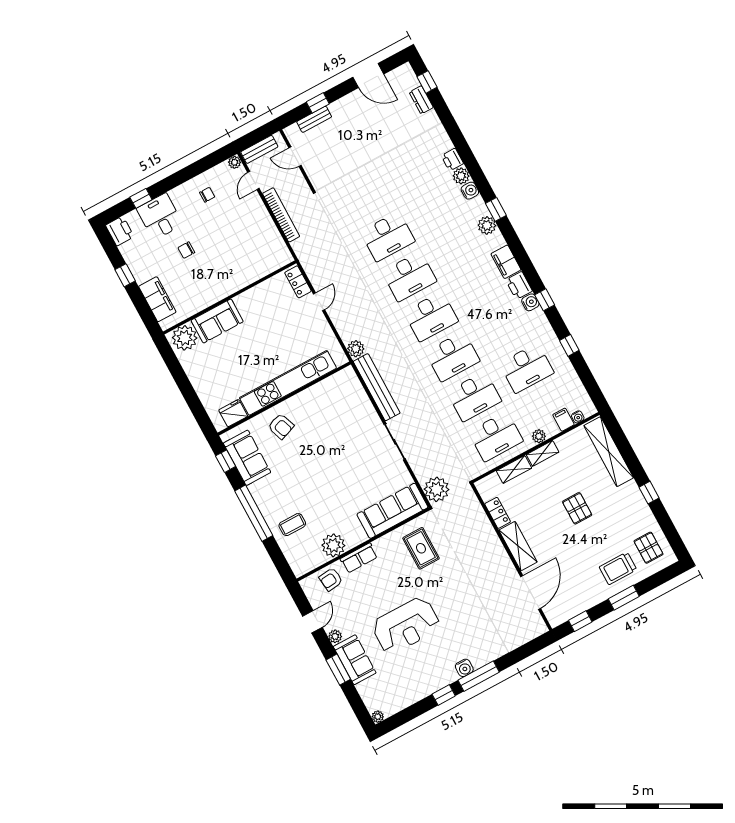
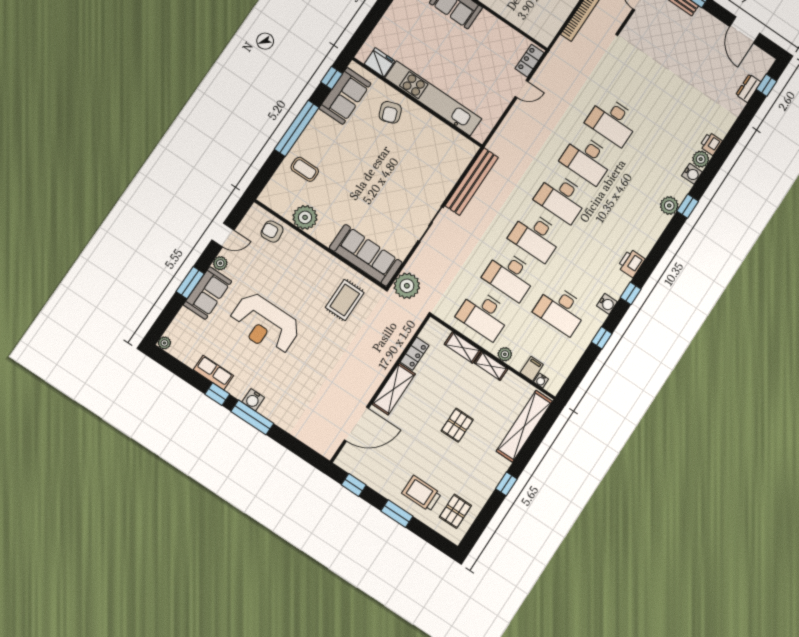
filing cabinet: (506, 262) -> (646, 240), removed
water cooler: (530, 302) -> (607, 304), moved
plant: (356, 349) -> (497, 144), removed
row of seats: (359, 558) -> (213, 373), moved, turned 180

